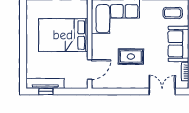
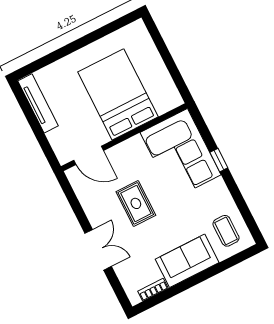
window: (46, 91) -> (27, 110), removed
double door: (162, 91) -> (98, 250), moved

